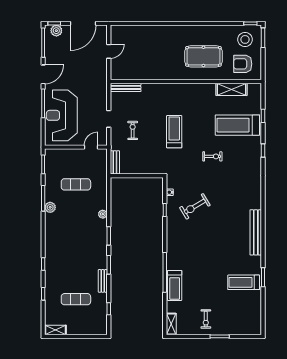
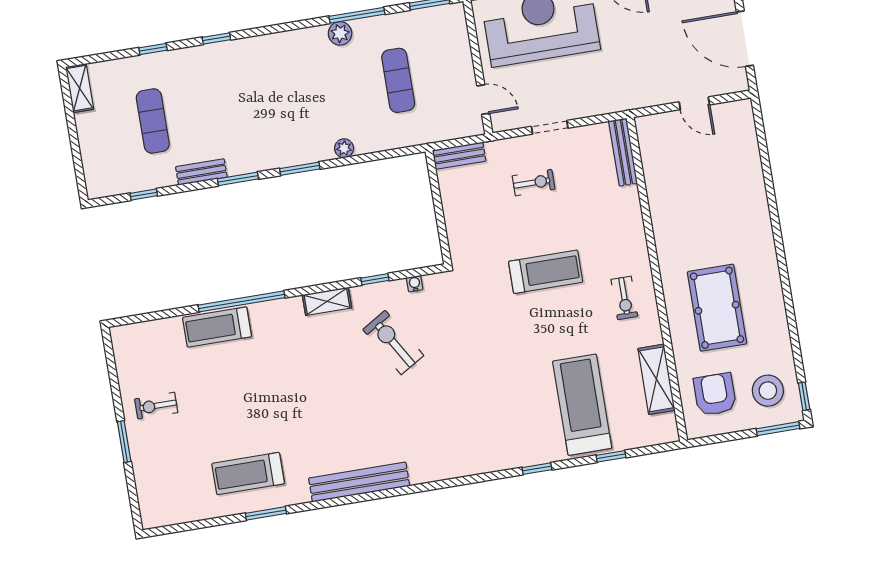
exercise bike: (212, 156) -> (624, 298), moved
treadmill: (244, 282) -> (248, 474), turned -90
shelving: (171, 324) -> (327, 301), moved

